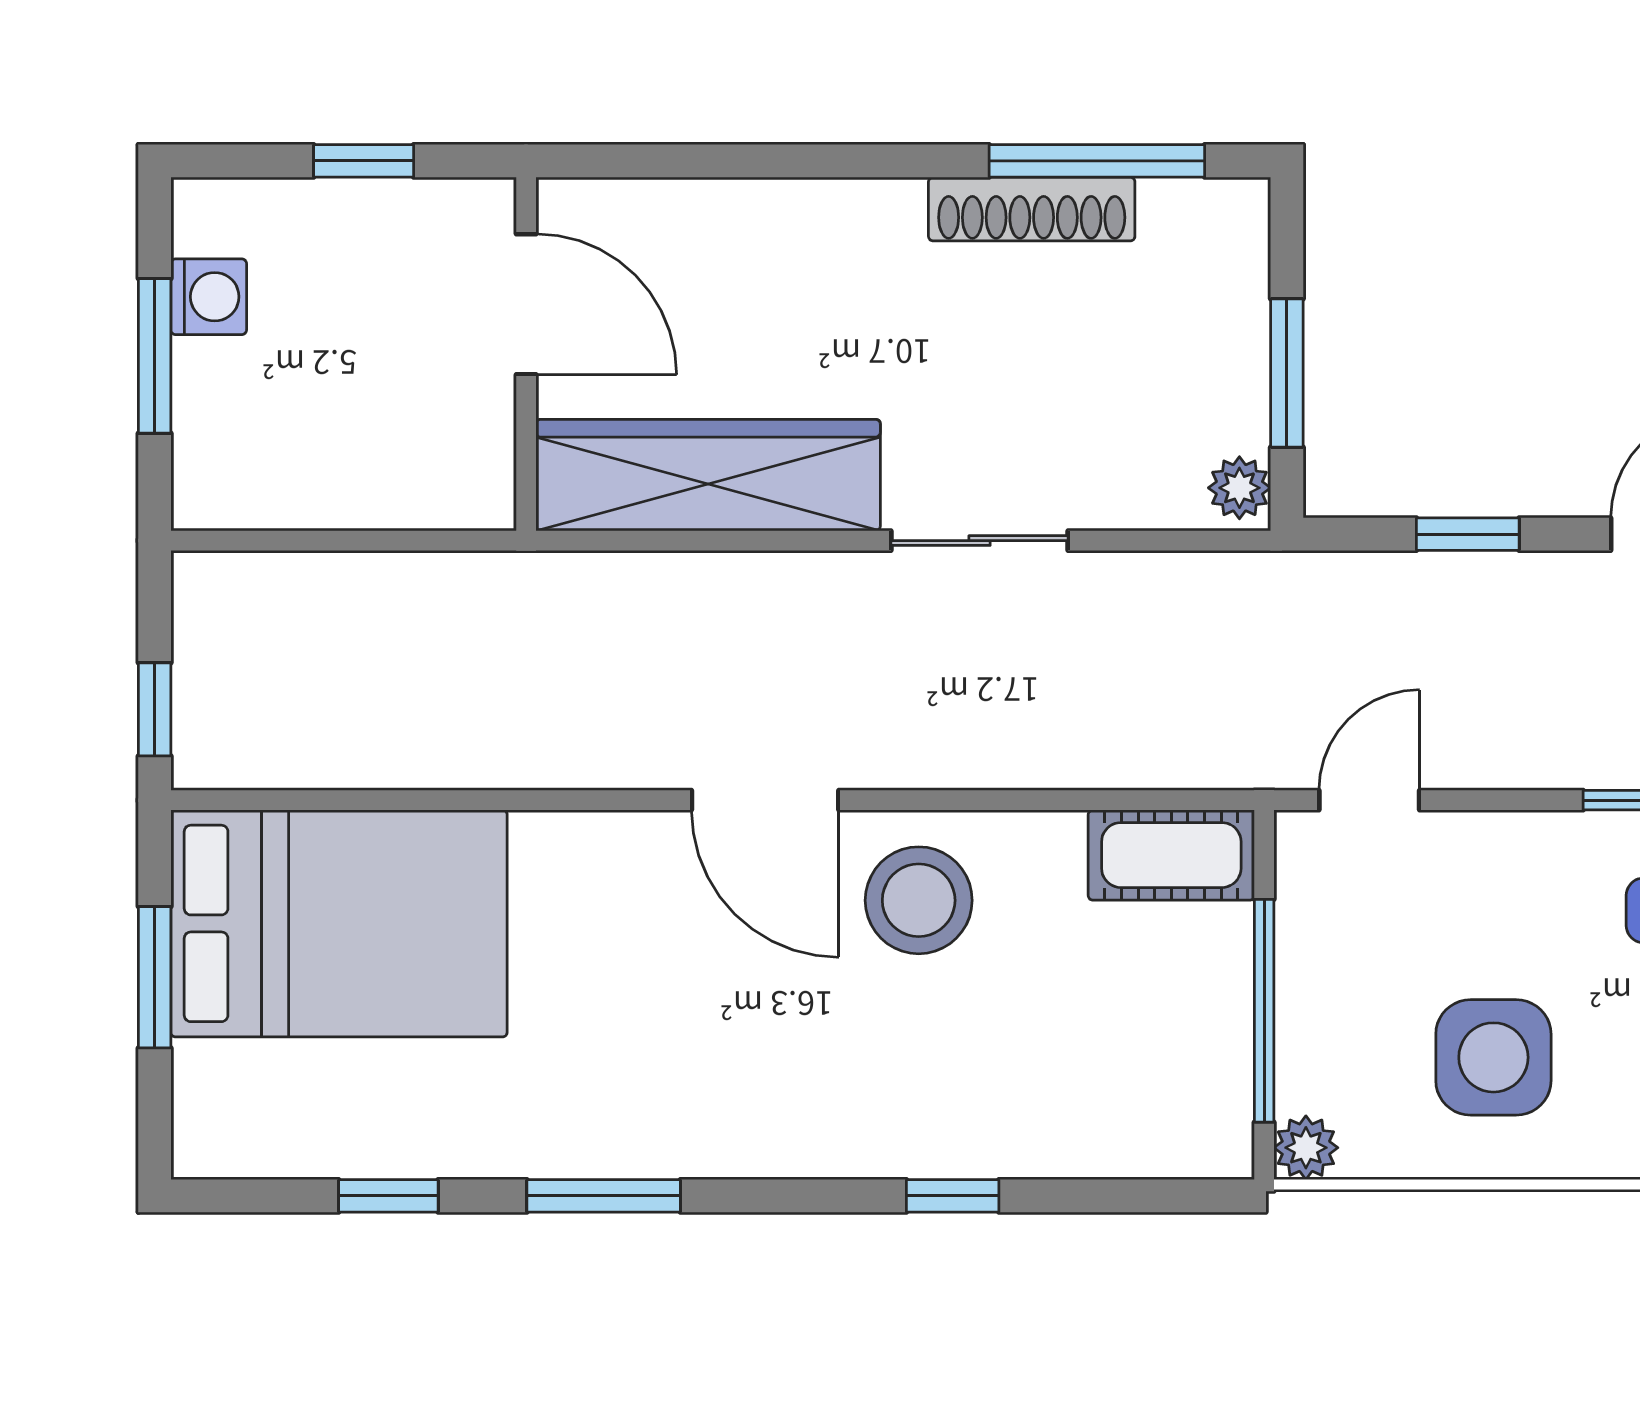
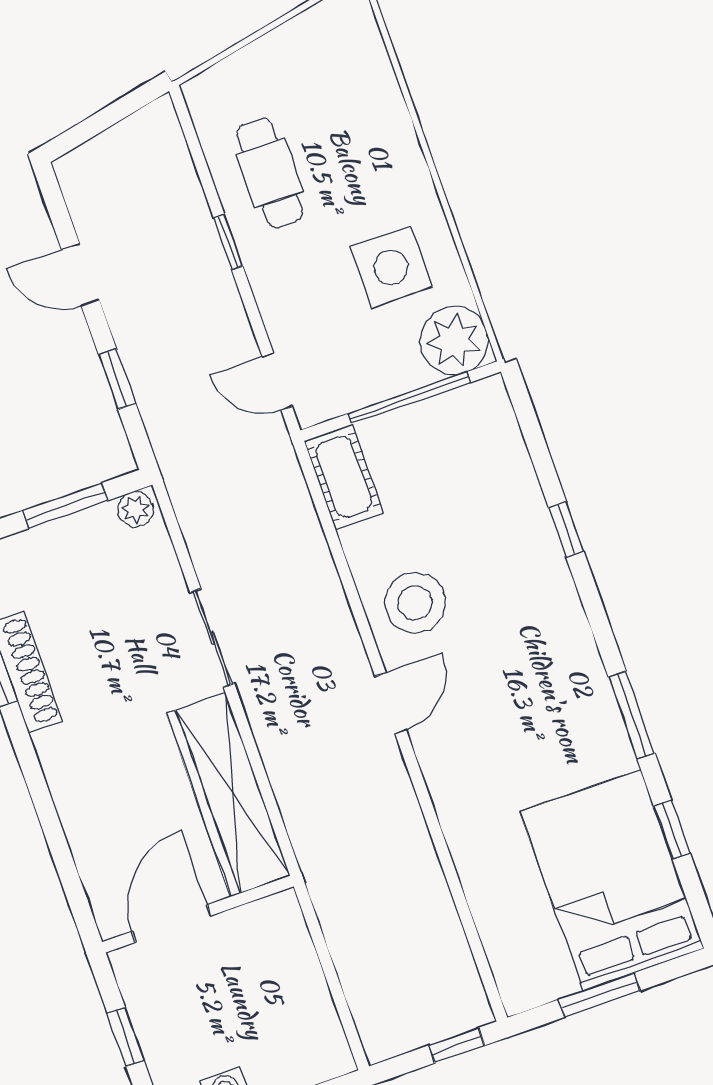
door: (765, 800) -> (391, 703), width x0.73
bed: (339, 923) -> (612, 880), moved
plant: (1306, 1148) -> (454, 341), width x1.88, depth x1.88

